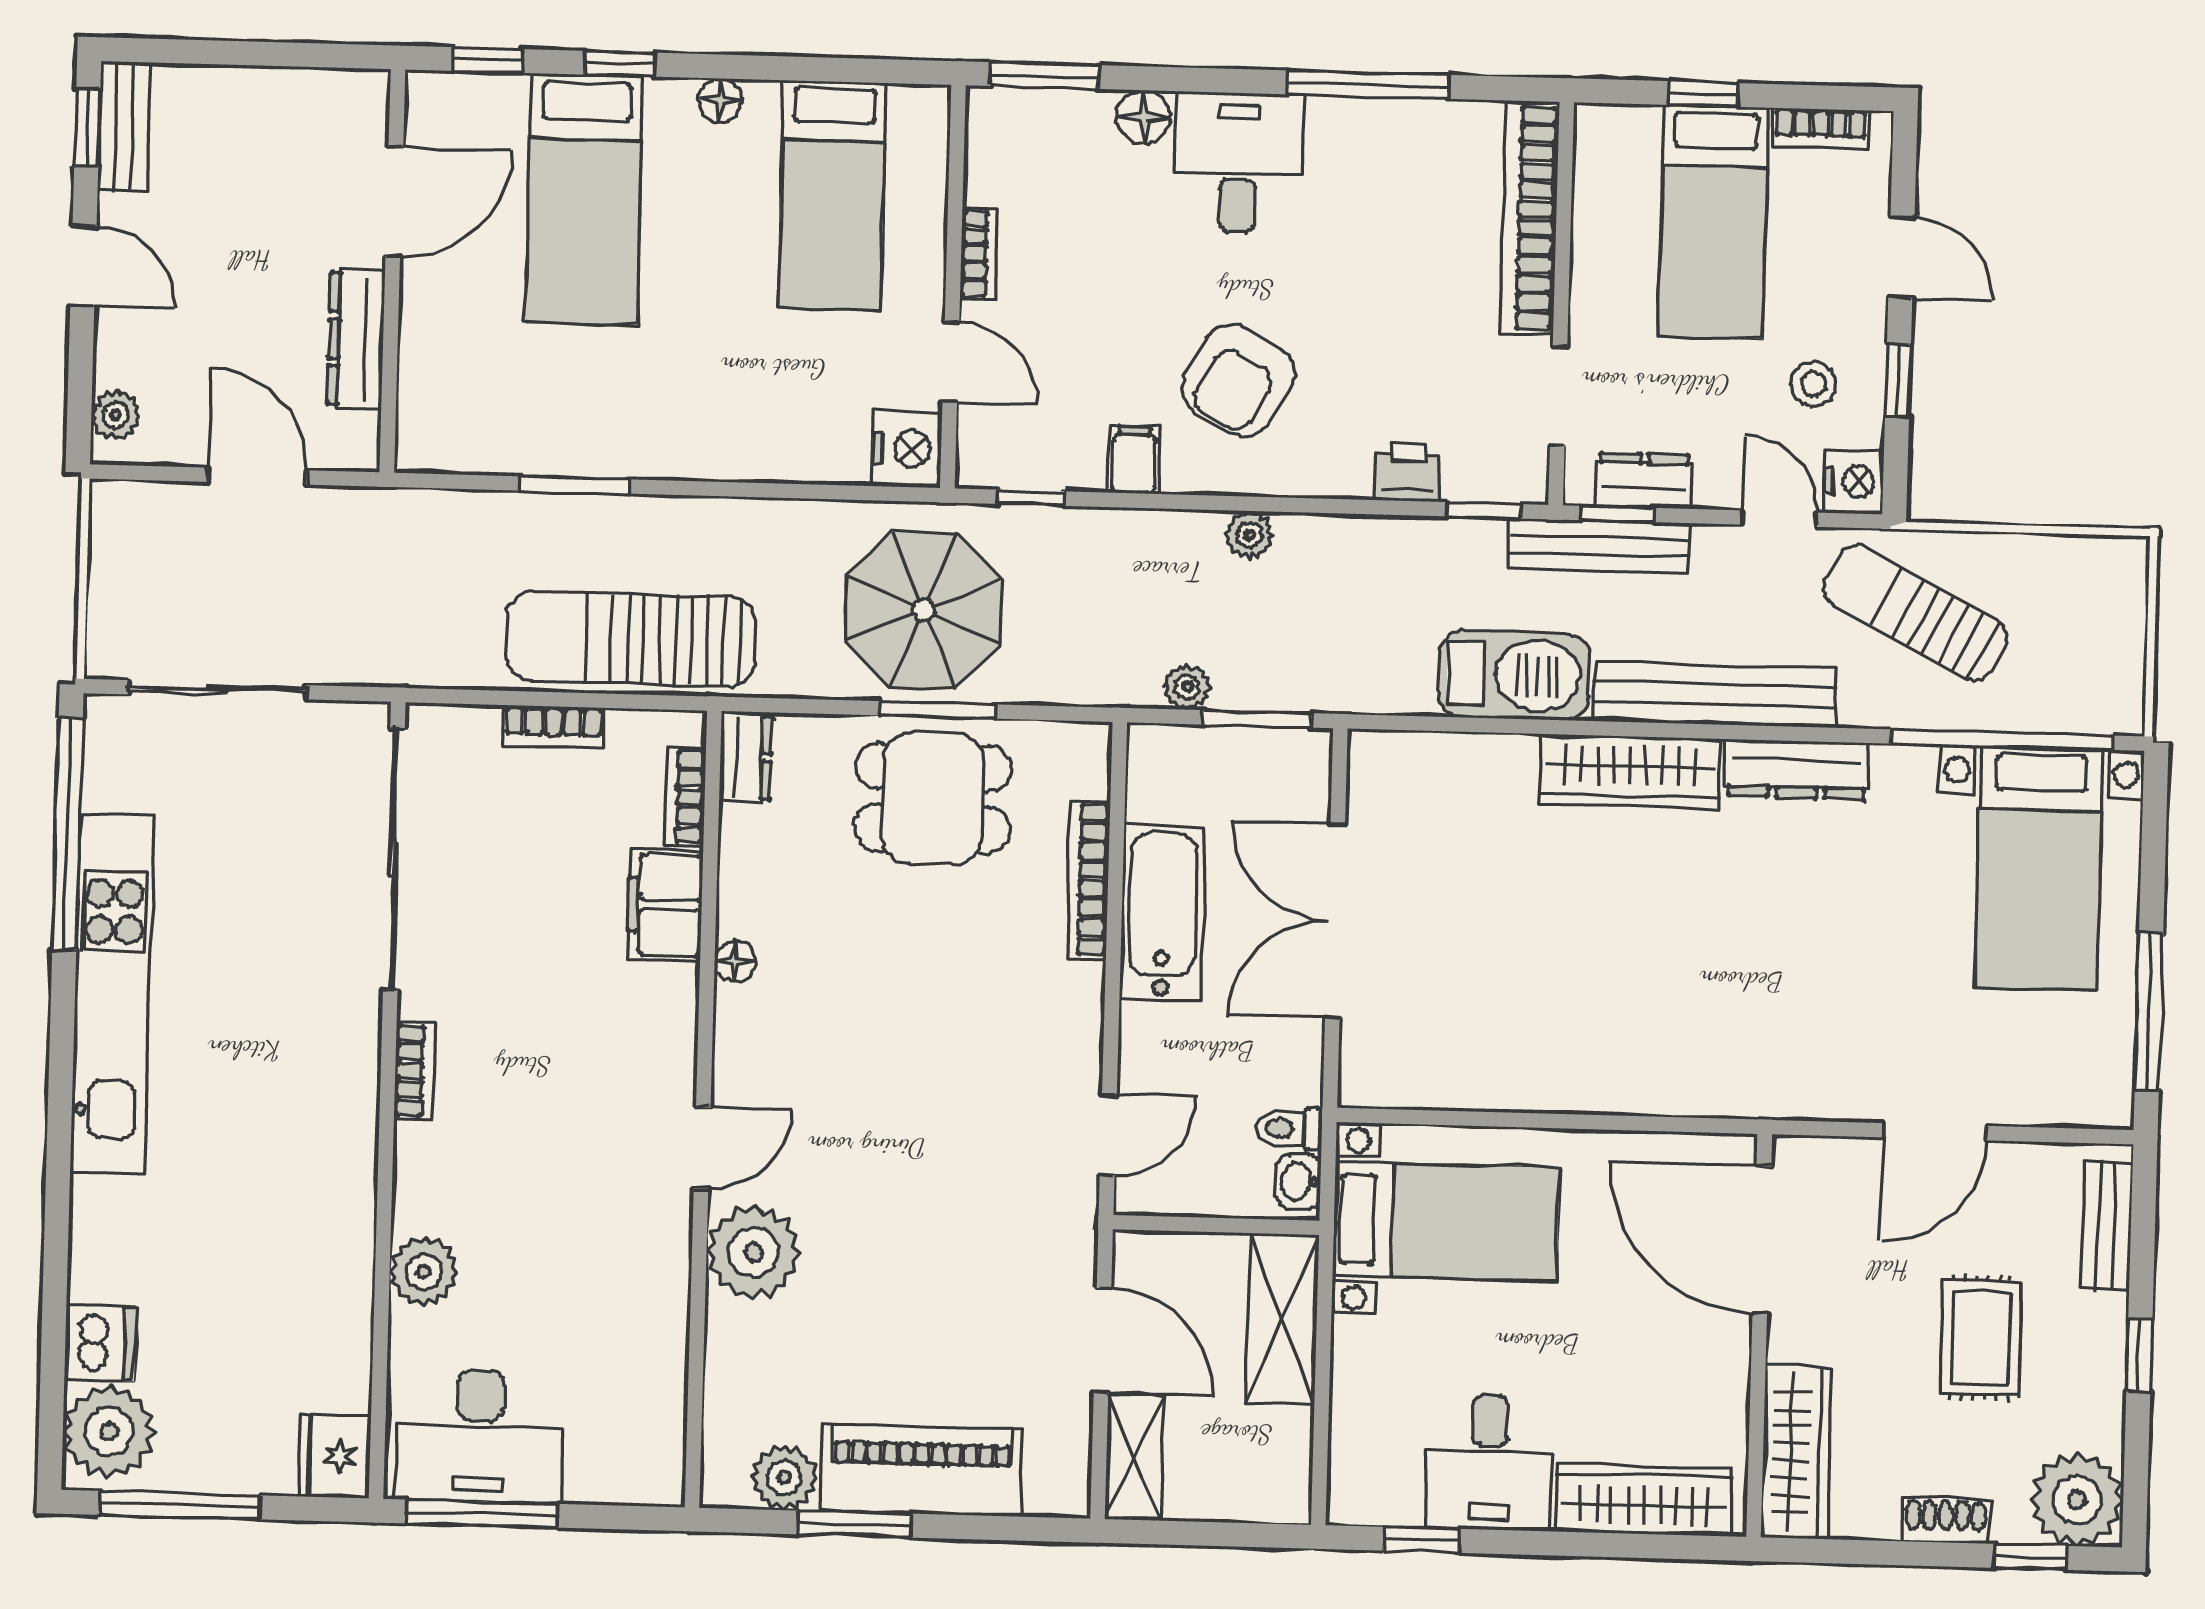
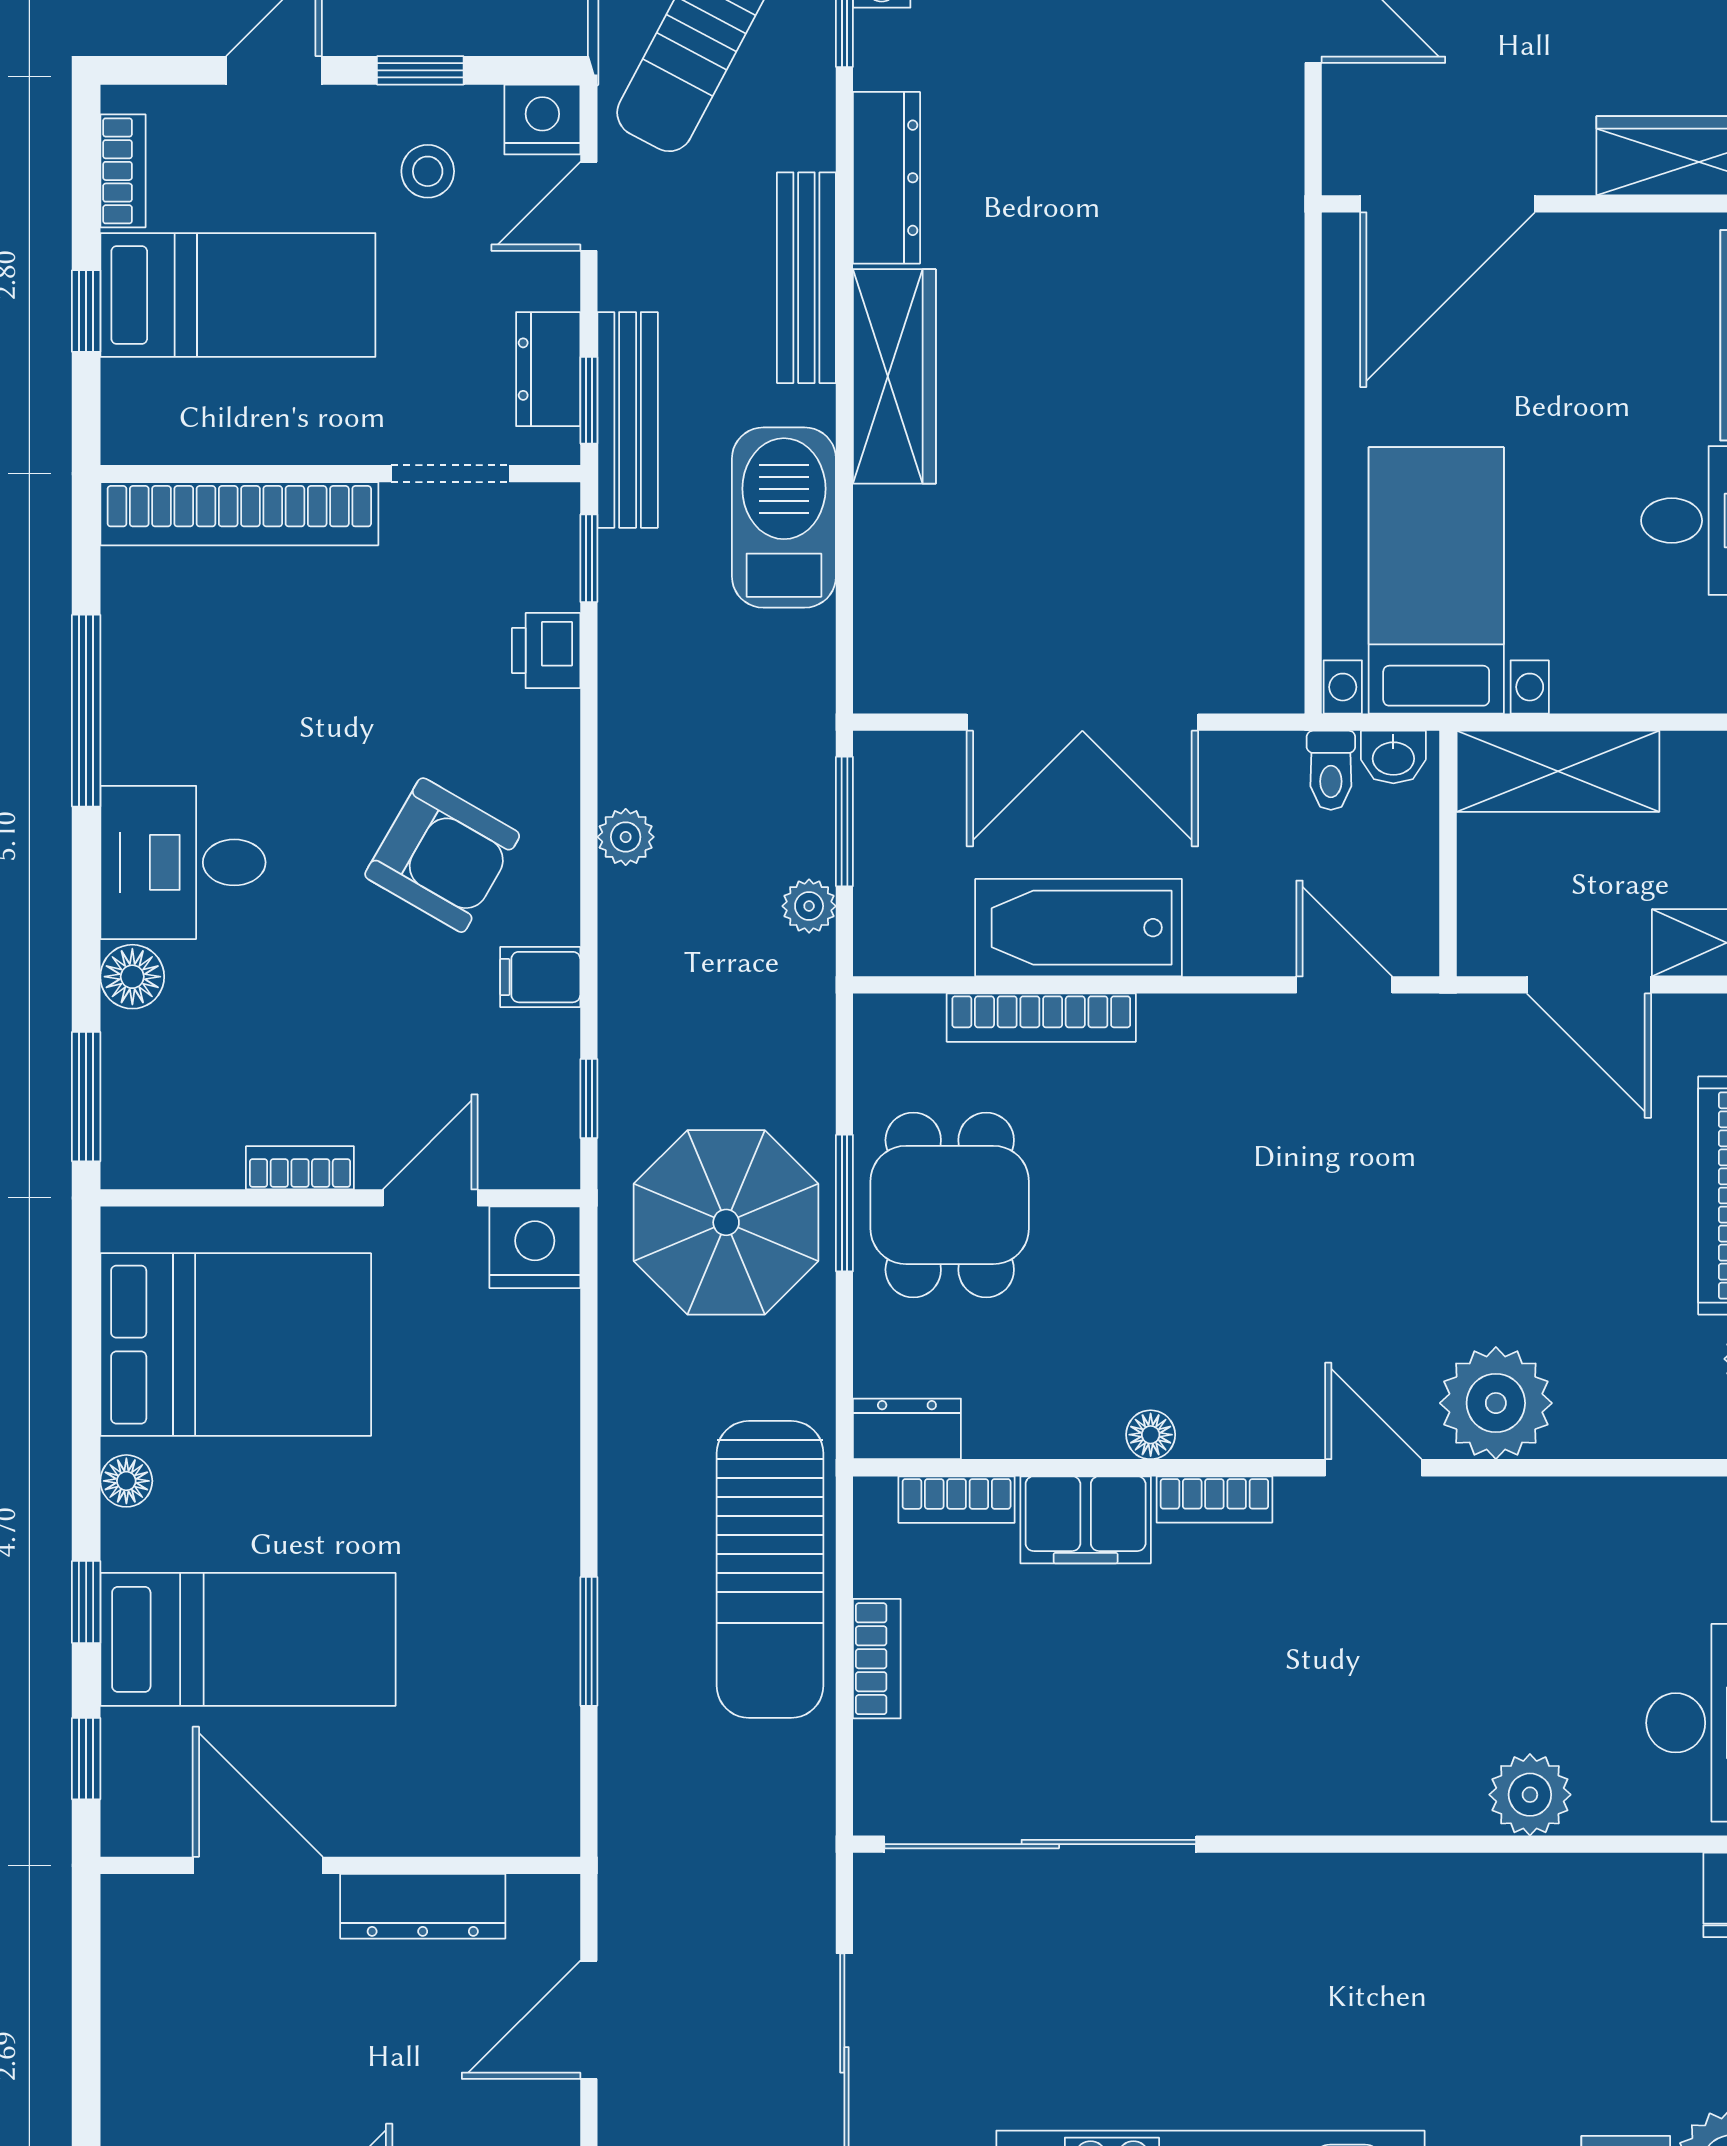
bed: (832, 195) -> (236, 1345), width x1.50
bench: (1715, 694) -> (806, 278), width x0.73, depth x0.82
bookcase: (415, 1071) -> (1214, 1499), moved, turned 180
door: (1103, 1340) -> (1589, 985), swing flipped

